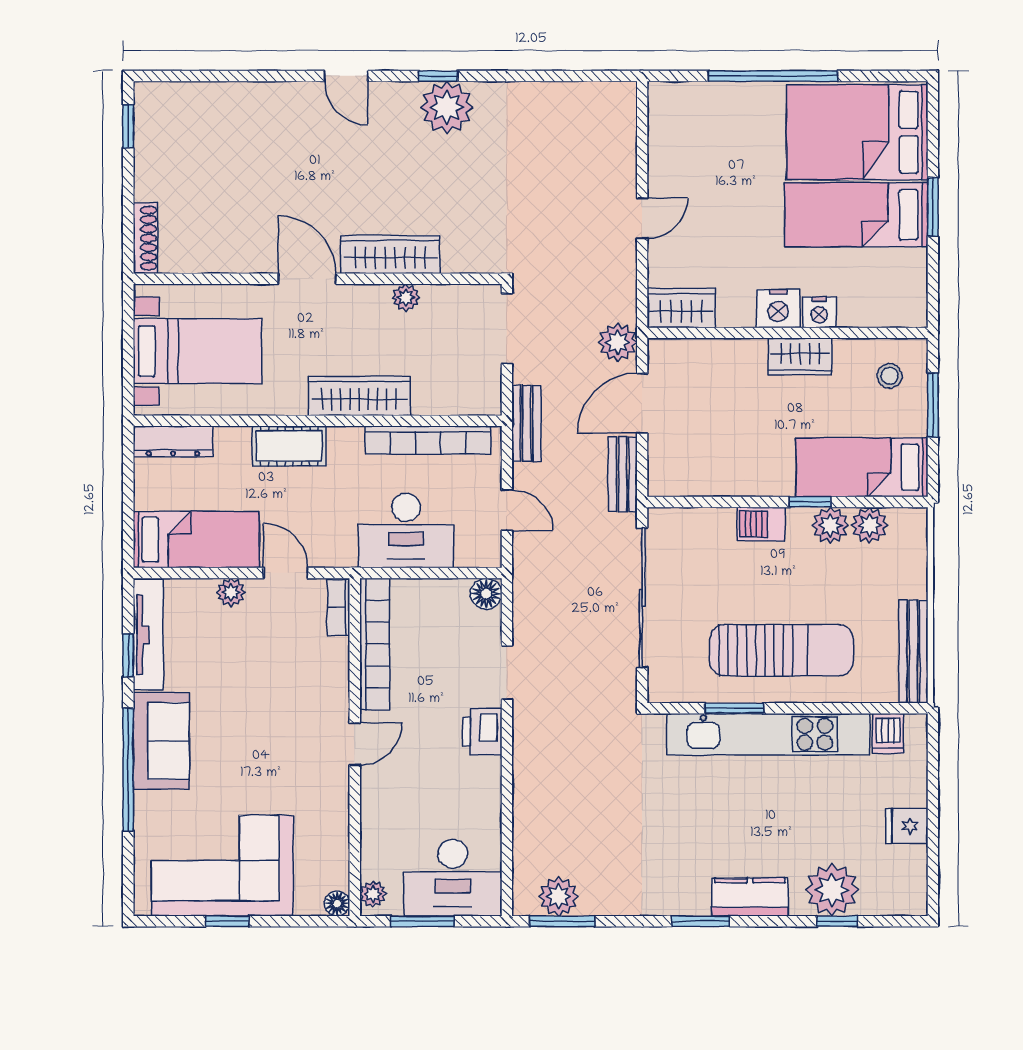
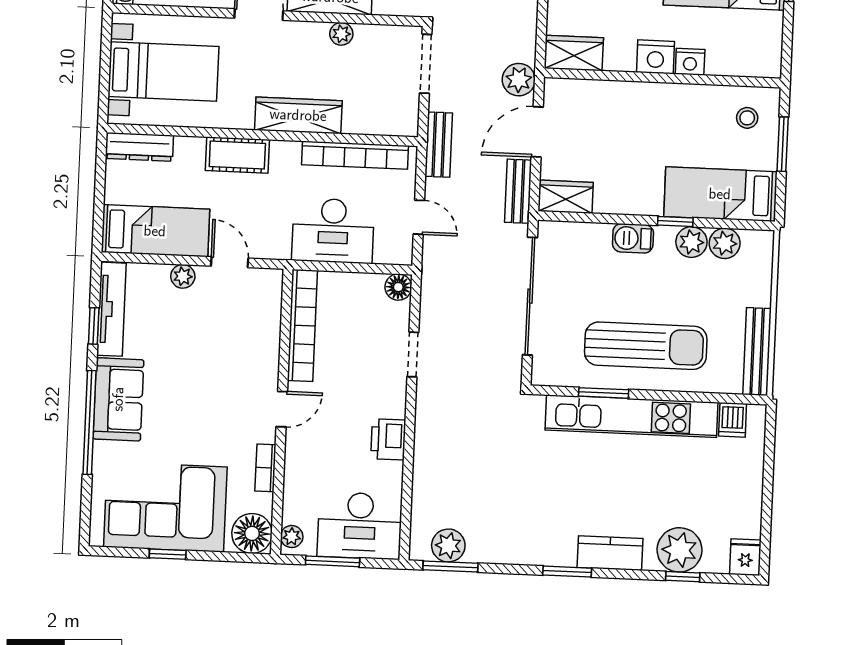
wardrobe: (800, 356) -> (566, 197), moved, turned 180
bookcase: (338, 607) -> (265, 468), moved
printer: (482, 732) -> (388, 439), moved
fridge: (907, 826) -> (745, 557), moved, turned 90
floor lamp: (337, 904) -> (252, 533), width x1.89, depth x1.89

